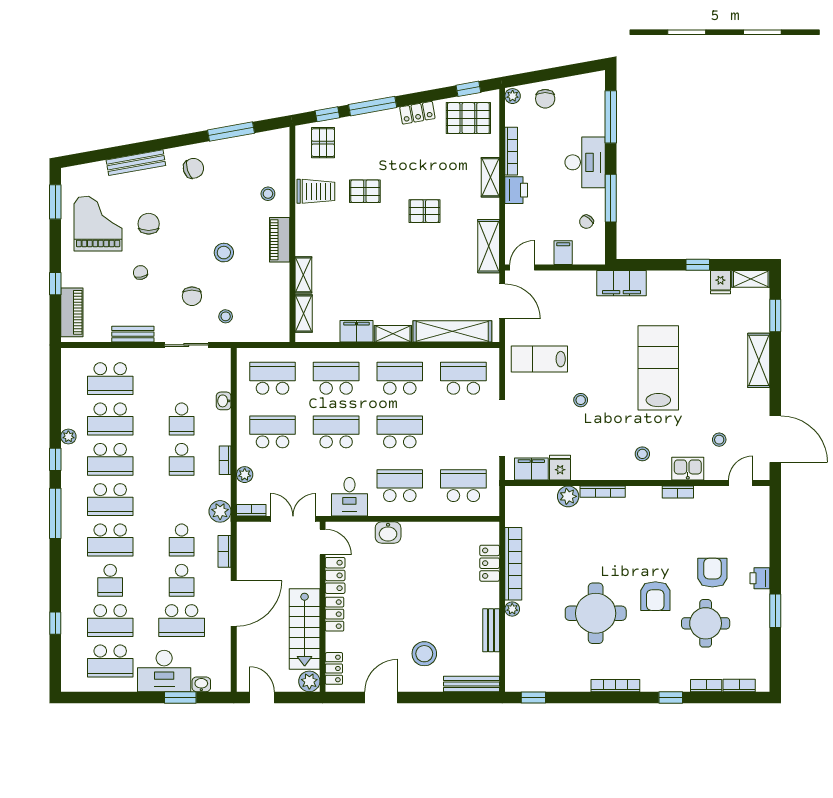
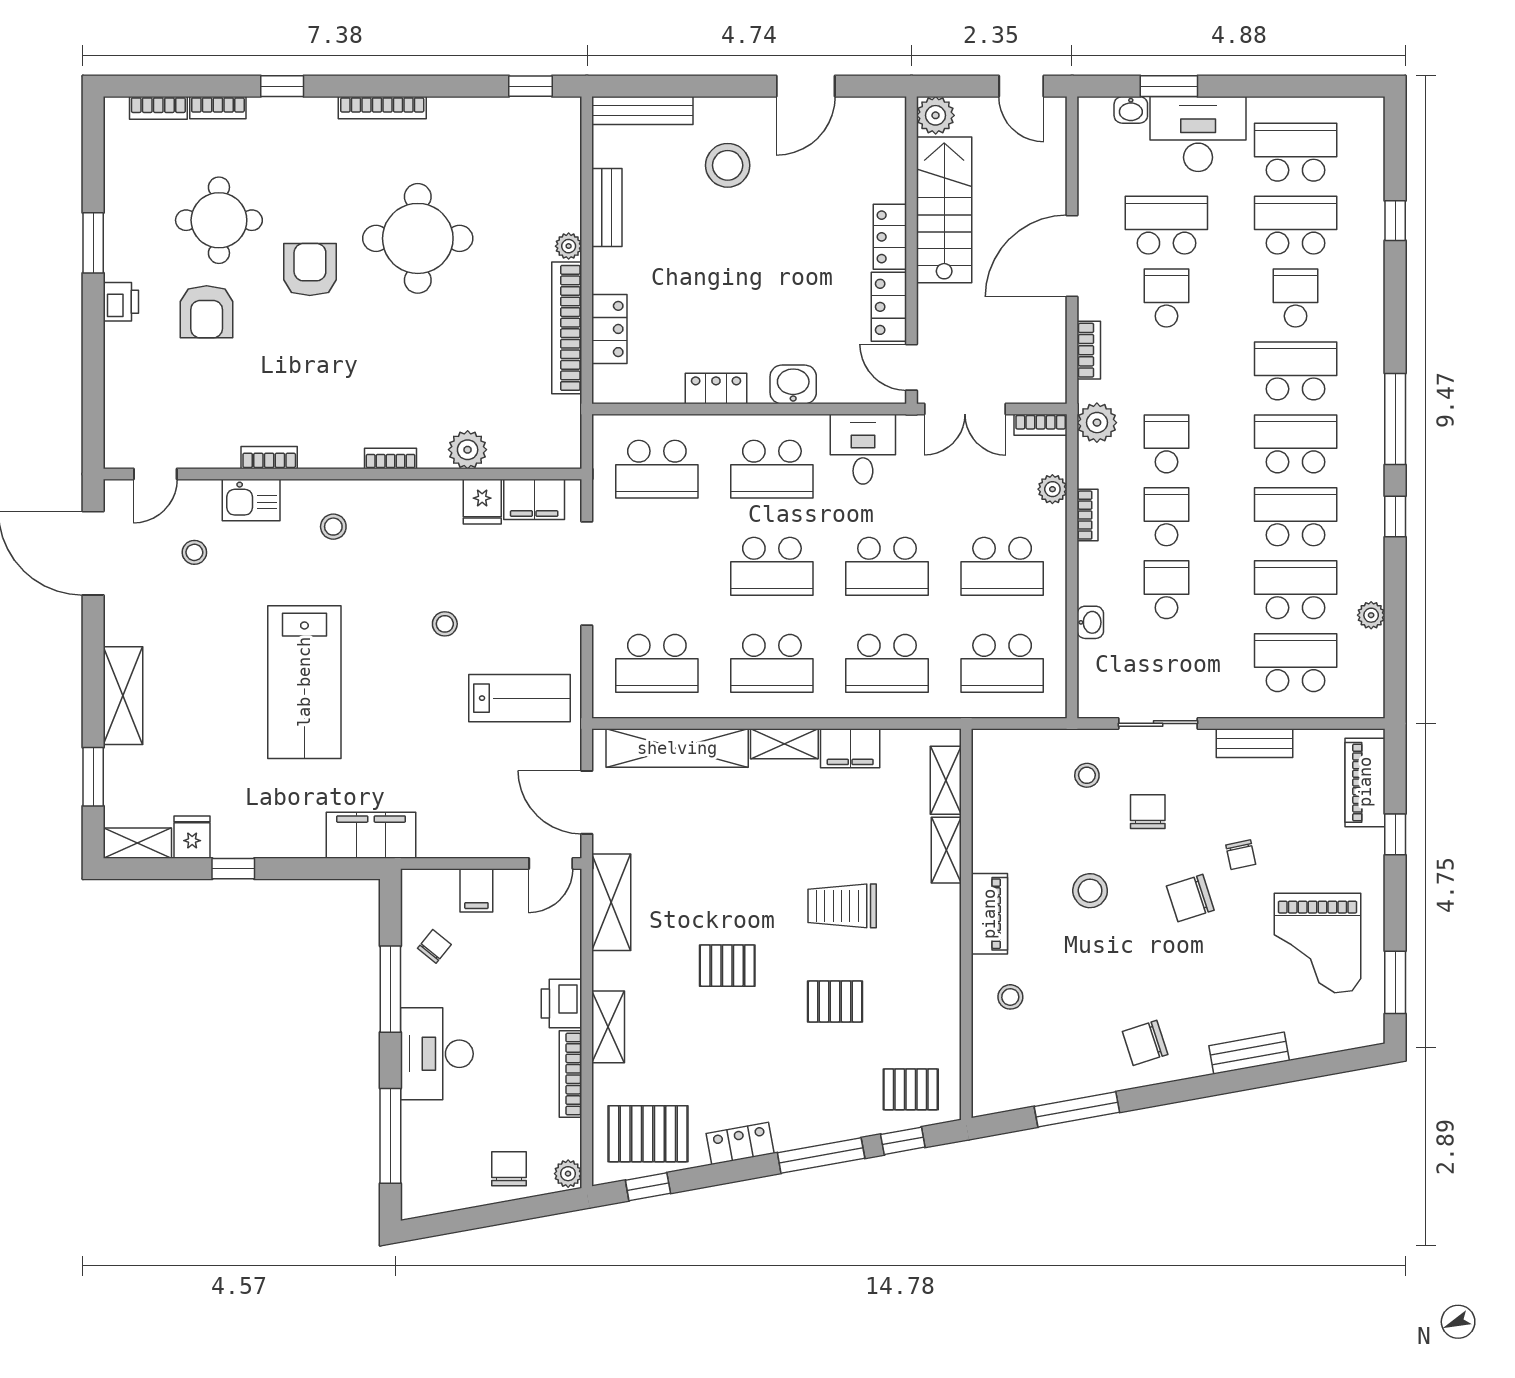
pallet: (323, 143) -> (911, 1089), turned 90
bench: (136, 163) -> (1249, 1053), width x0.73
trolley: (316, 191) -> (842, 906), moved
chair: (149, 224) -> (1190, 898), moved, turned 72
plant: (68, 437) -> (1371, 615), moved
bookcase: (603, 492) -> (391, 459), width x0.64
school desk: (182, 540) -> (1166, 444), moved
locker: (334, 668) -> (716, 389), moved, turned 90

